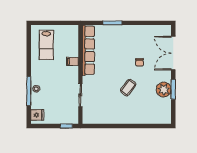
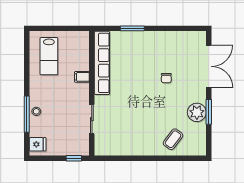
double door: (173, 53) -> (209, 66), swing flipped
coffee table: (128, 88) -> (173, 139), moved

